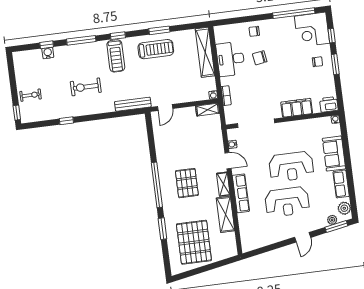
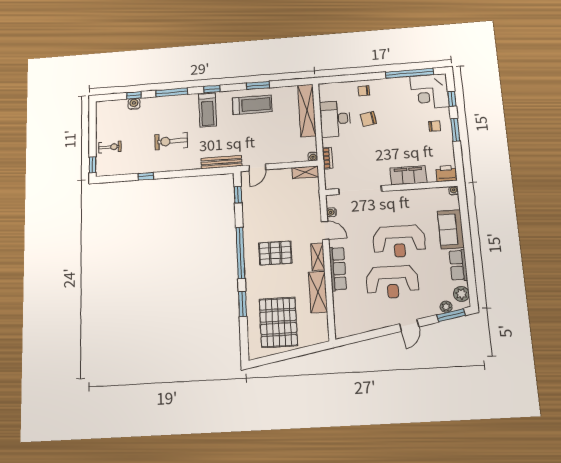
window: (150, 133) -> (238, 195), added
pallet: (187, 183) -> (275, 253), turned 90

